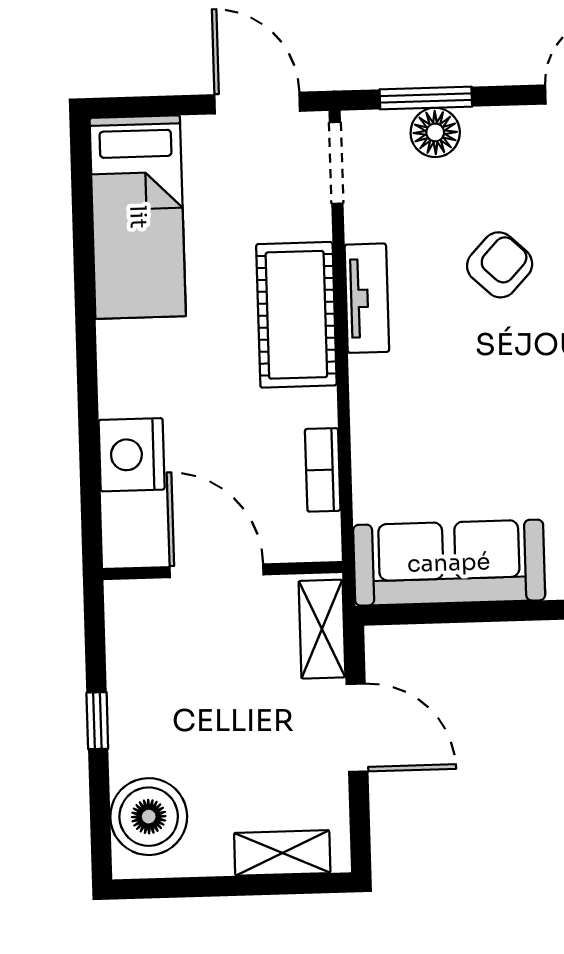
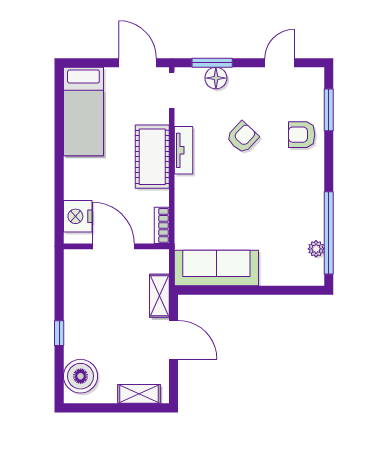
door: (217, 571) -> (114, 246), moved
wall: (223, 571) -> (116, 246), moved

